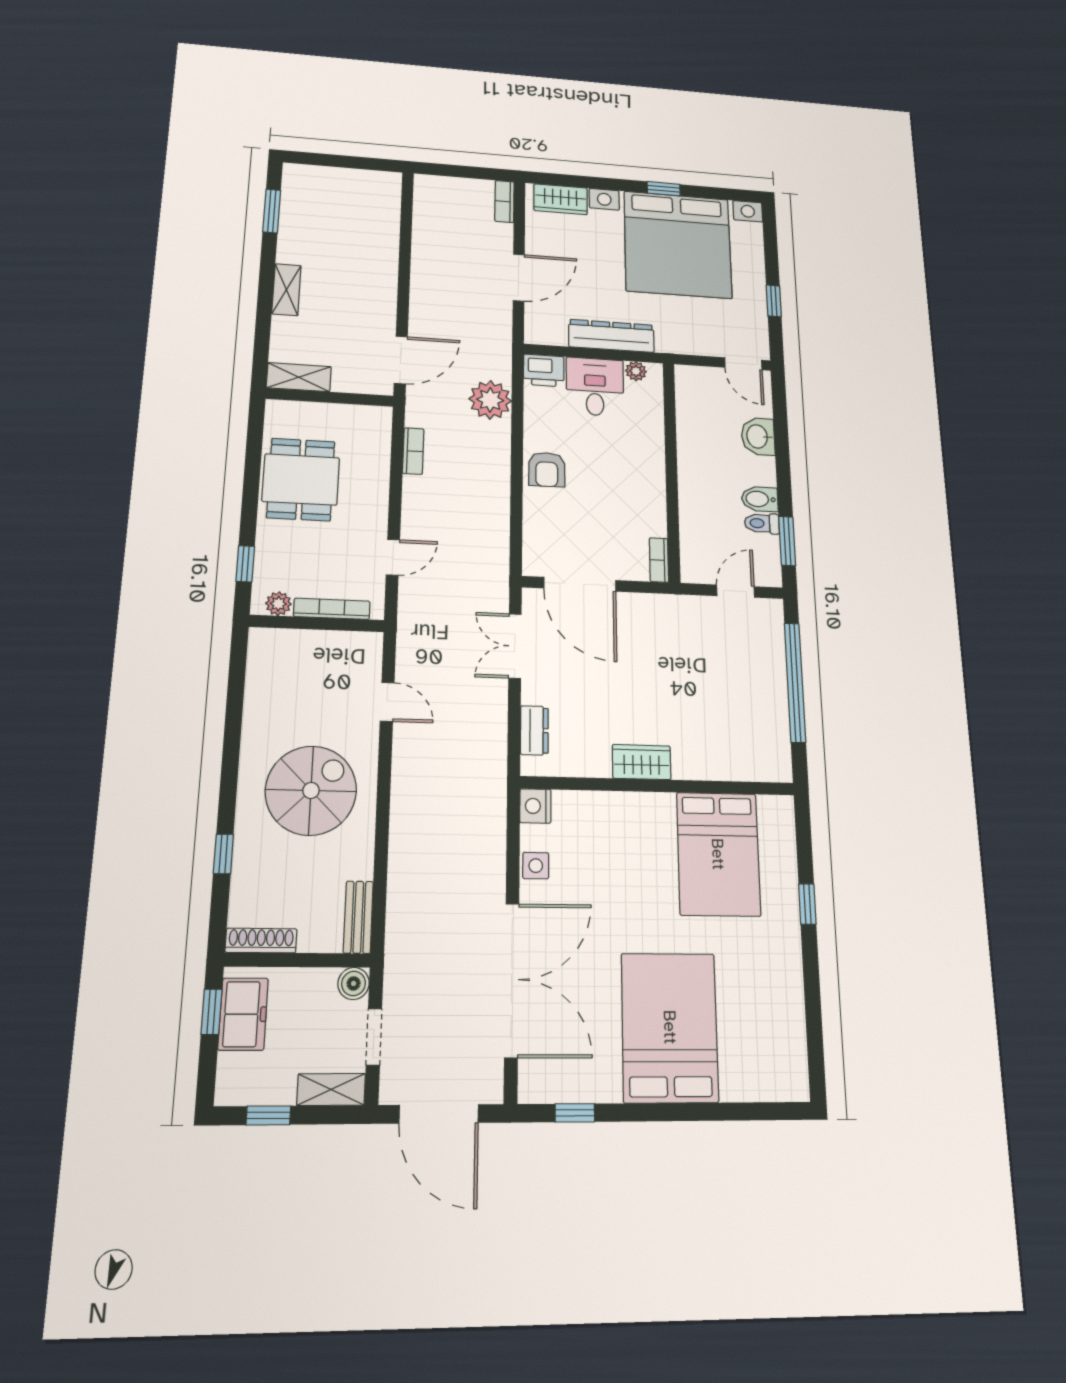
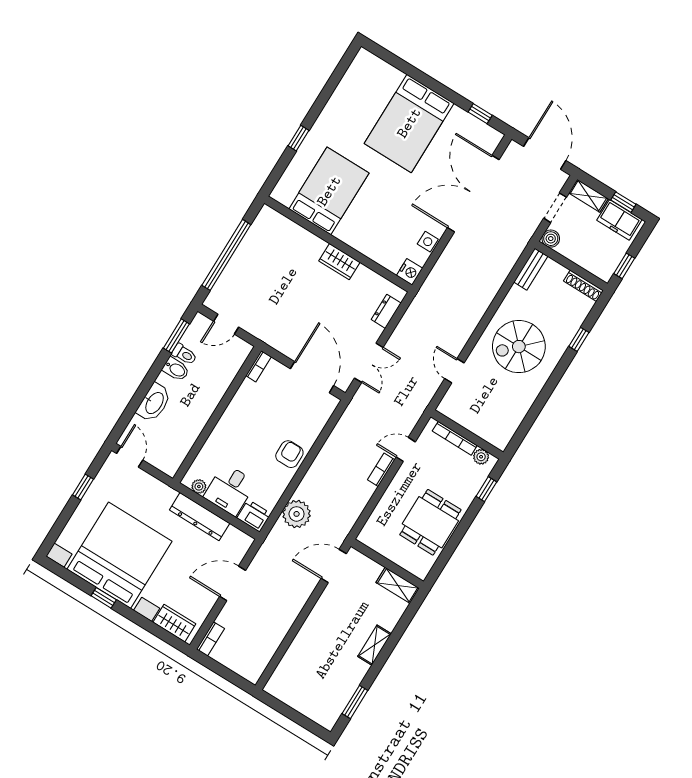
washbasin: (758, 436) -> (154, 403), width x1.38
bookcase: (413, 451) -> (381, 470), moved
freezer: (243, 1014) -> (619, 220), moved, turned -90

